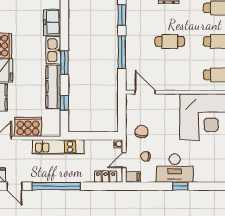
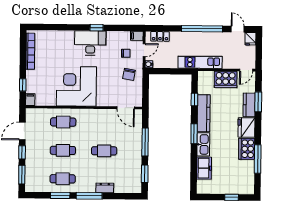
desk: (175, 168) -> (90, 43), moved

